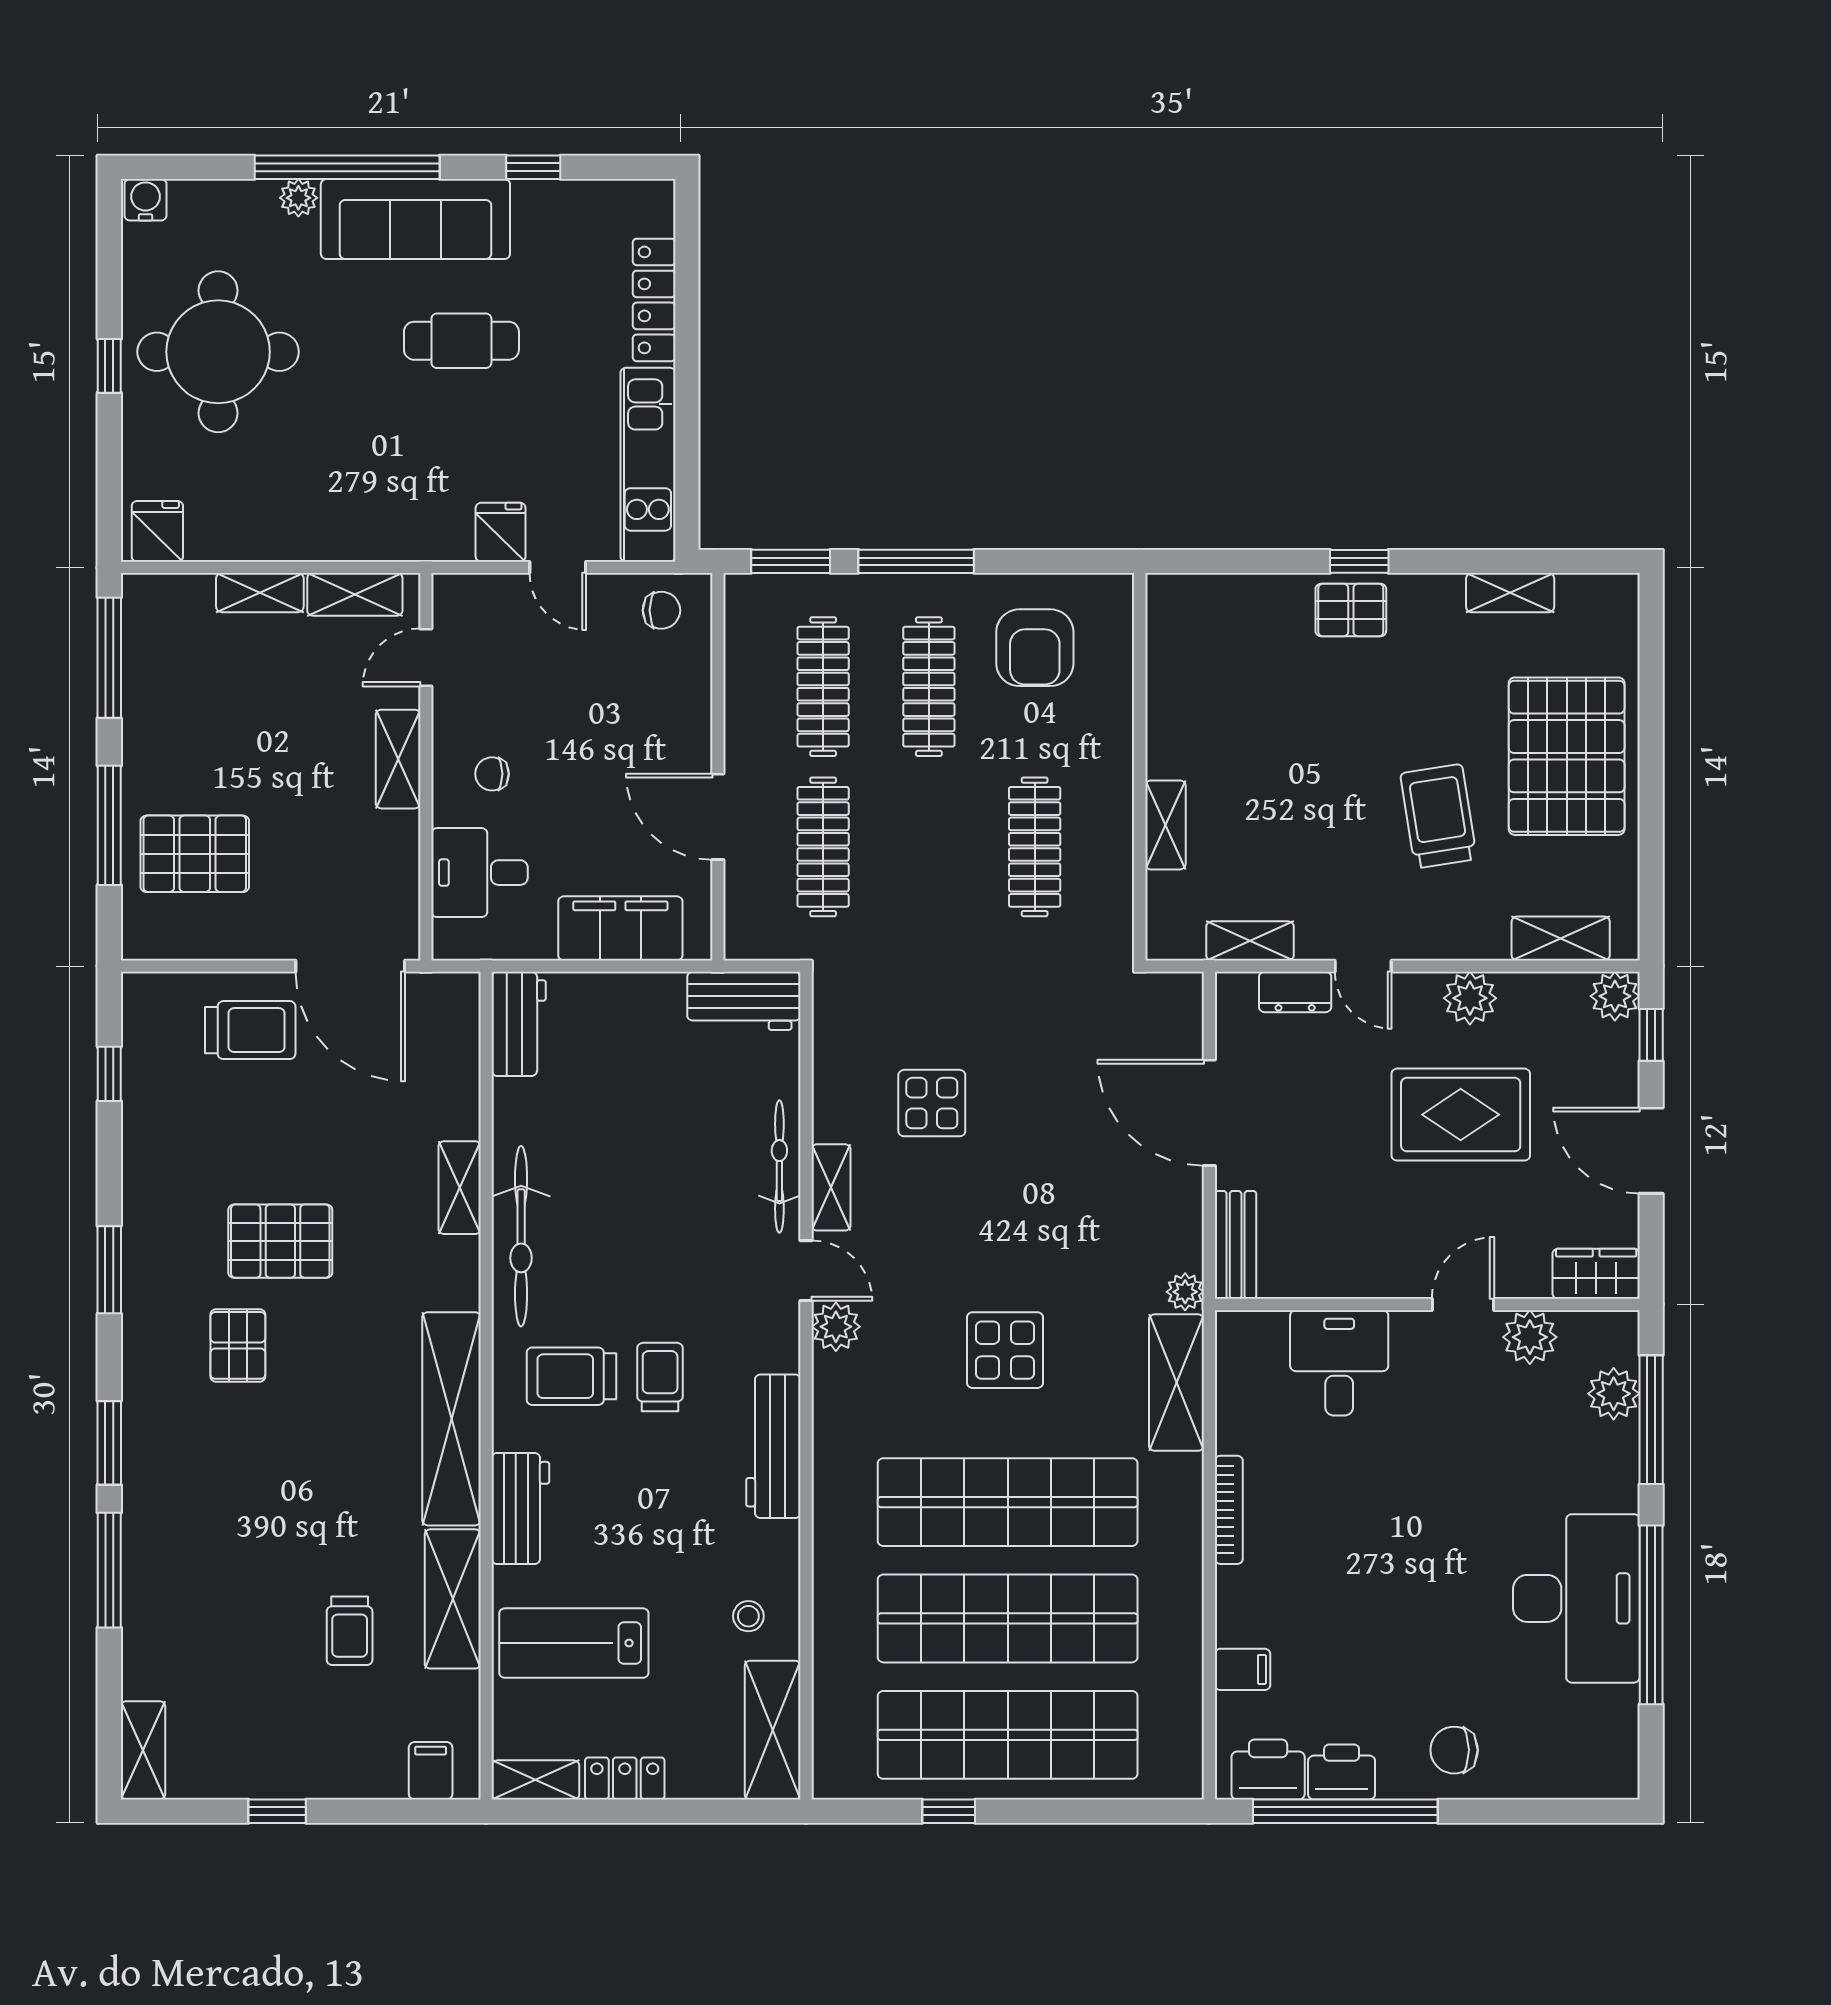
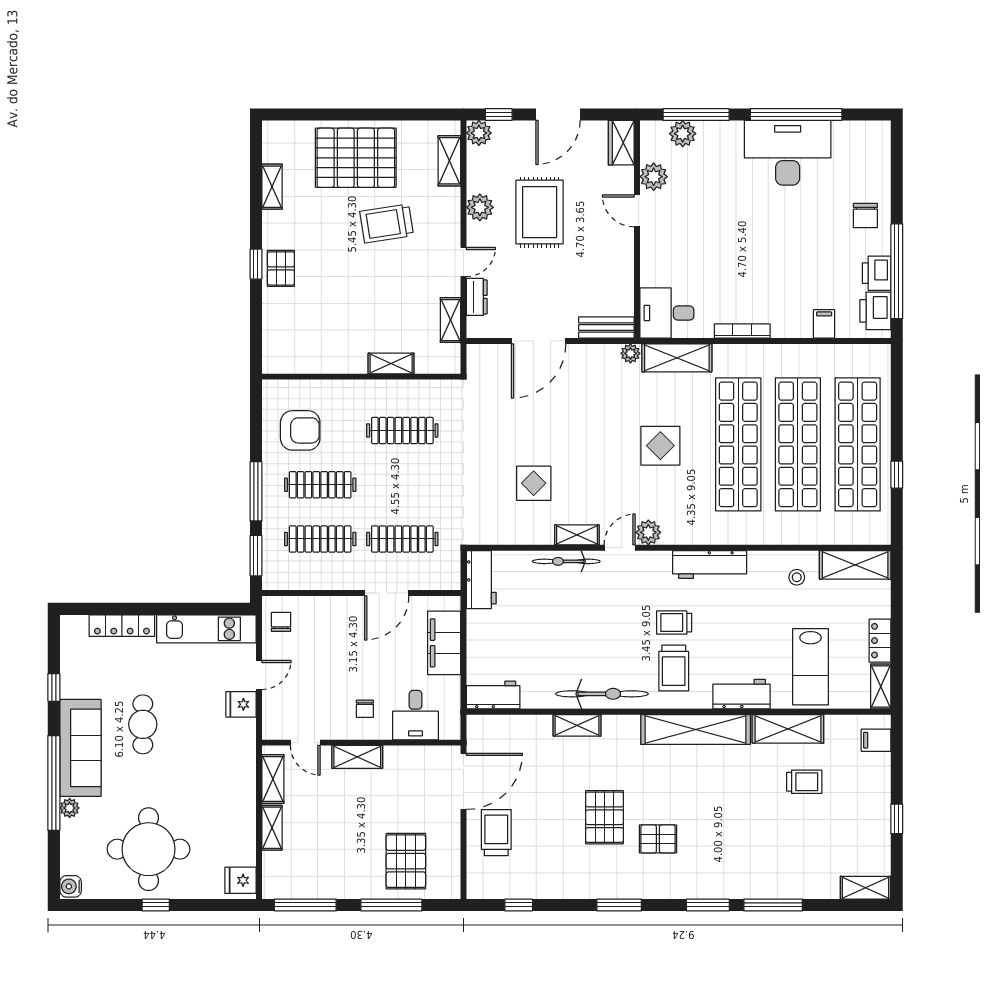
desk: (1339, 1363) -> (667, 313), moved

